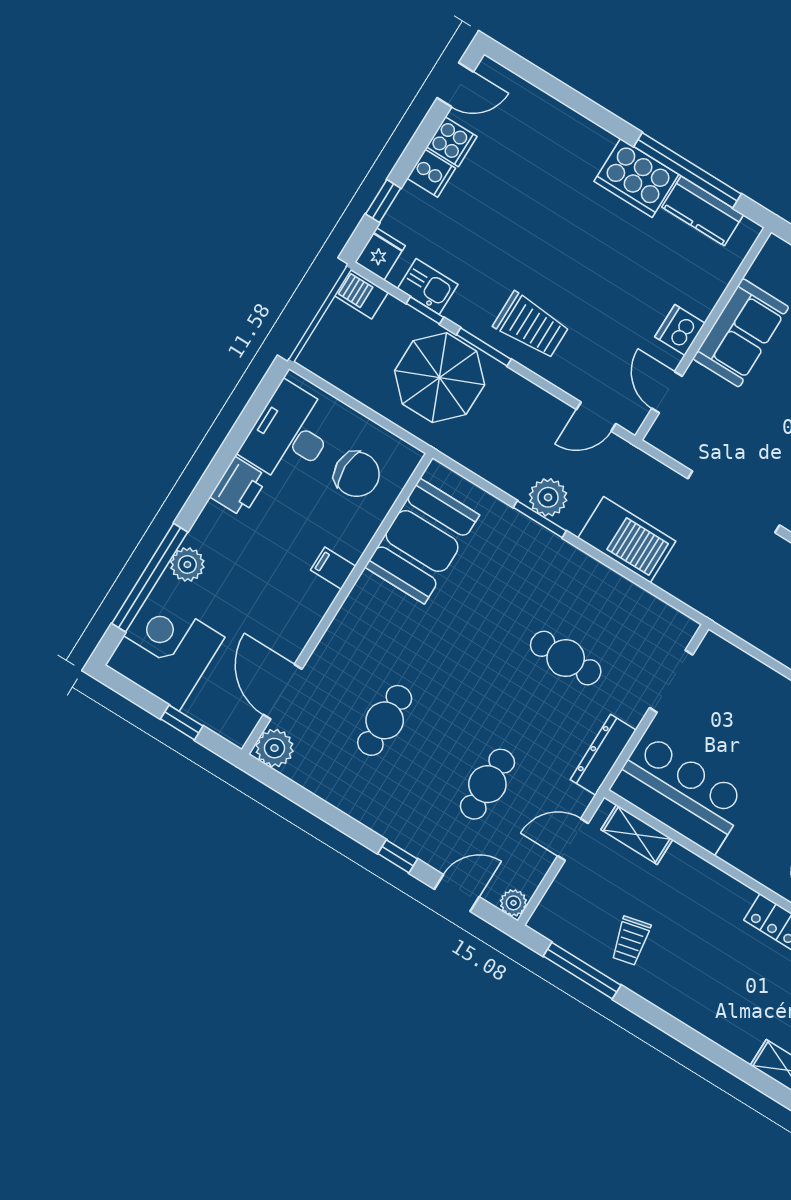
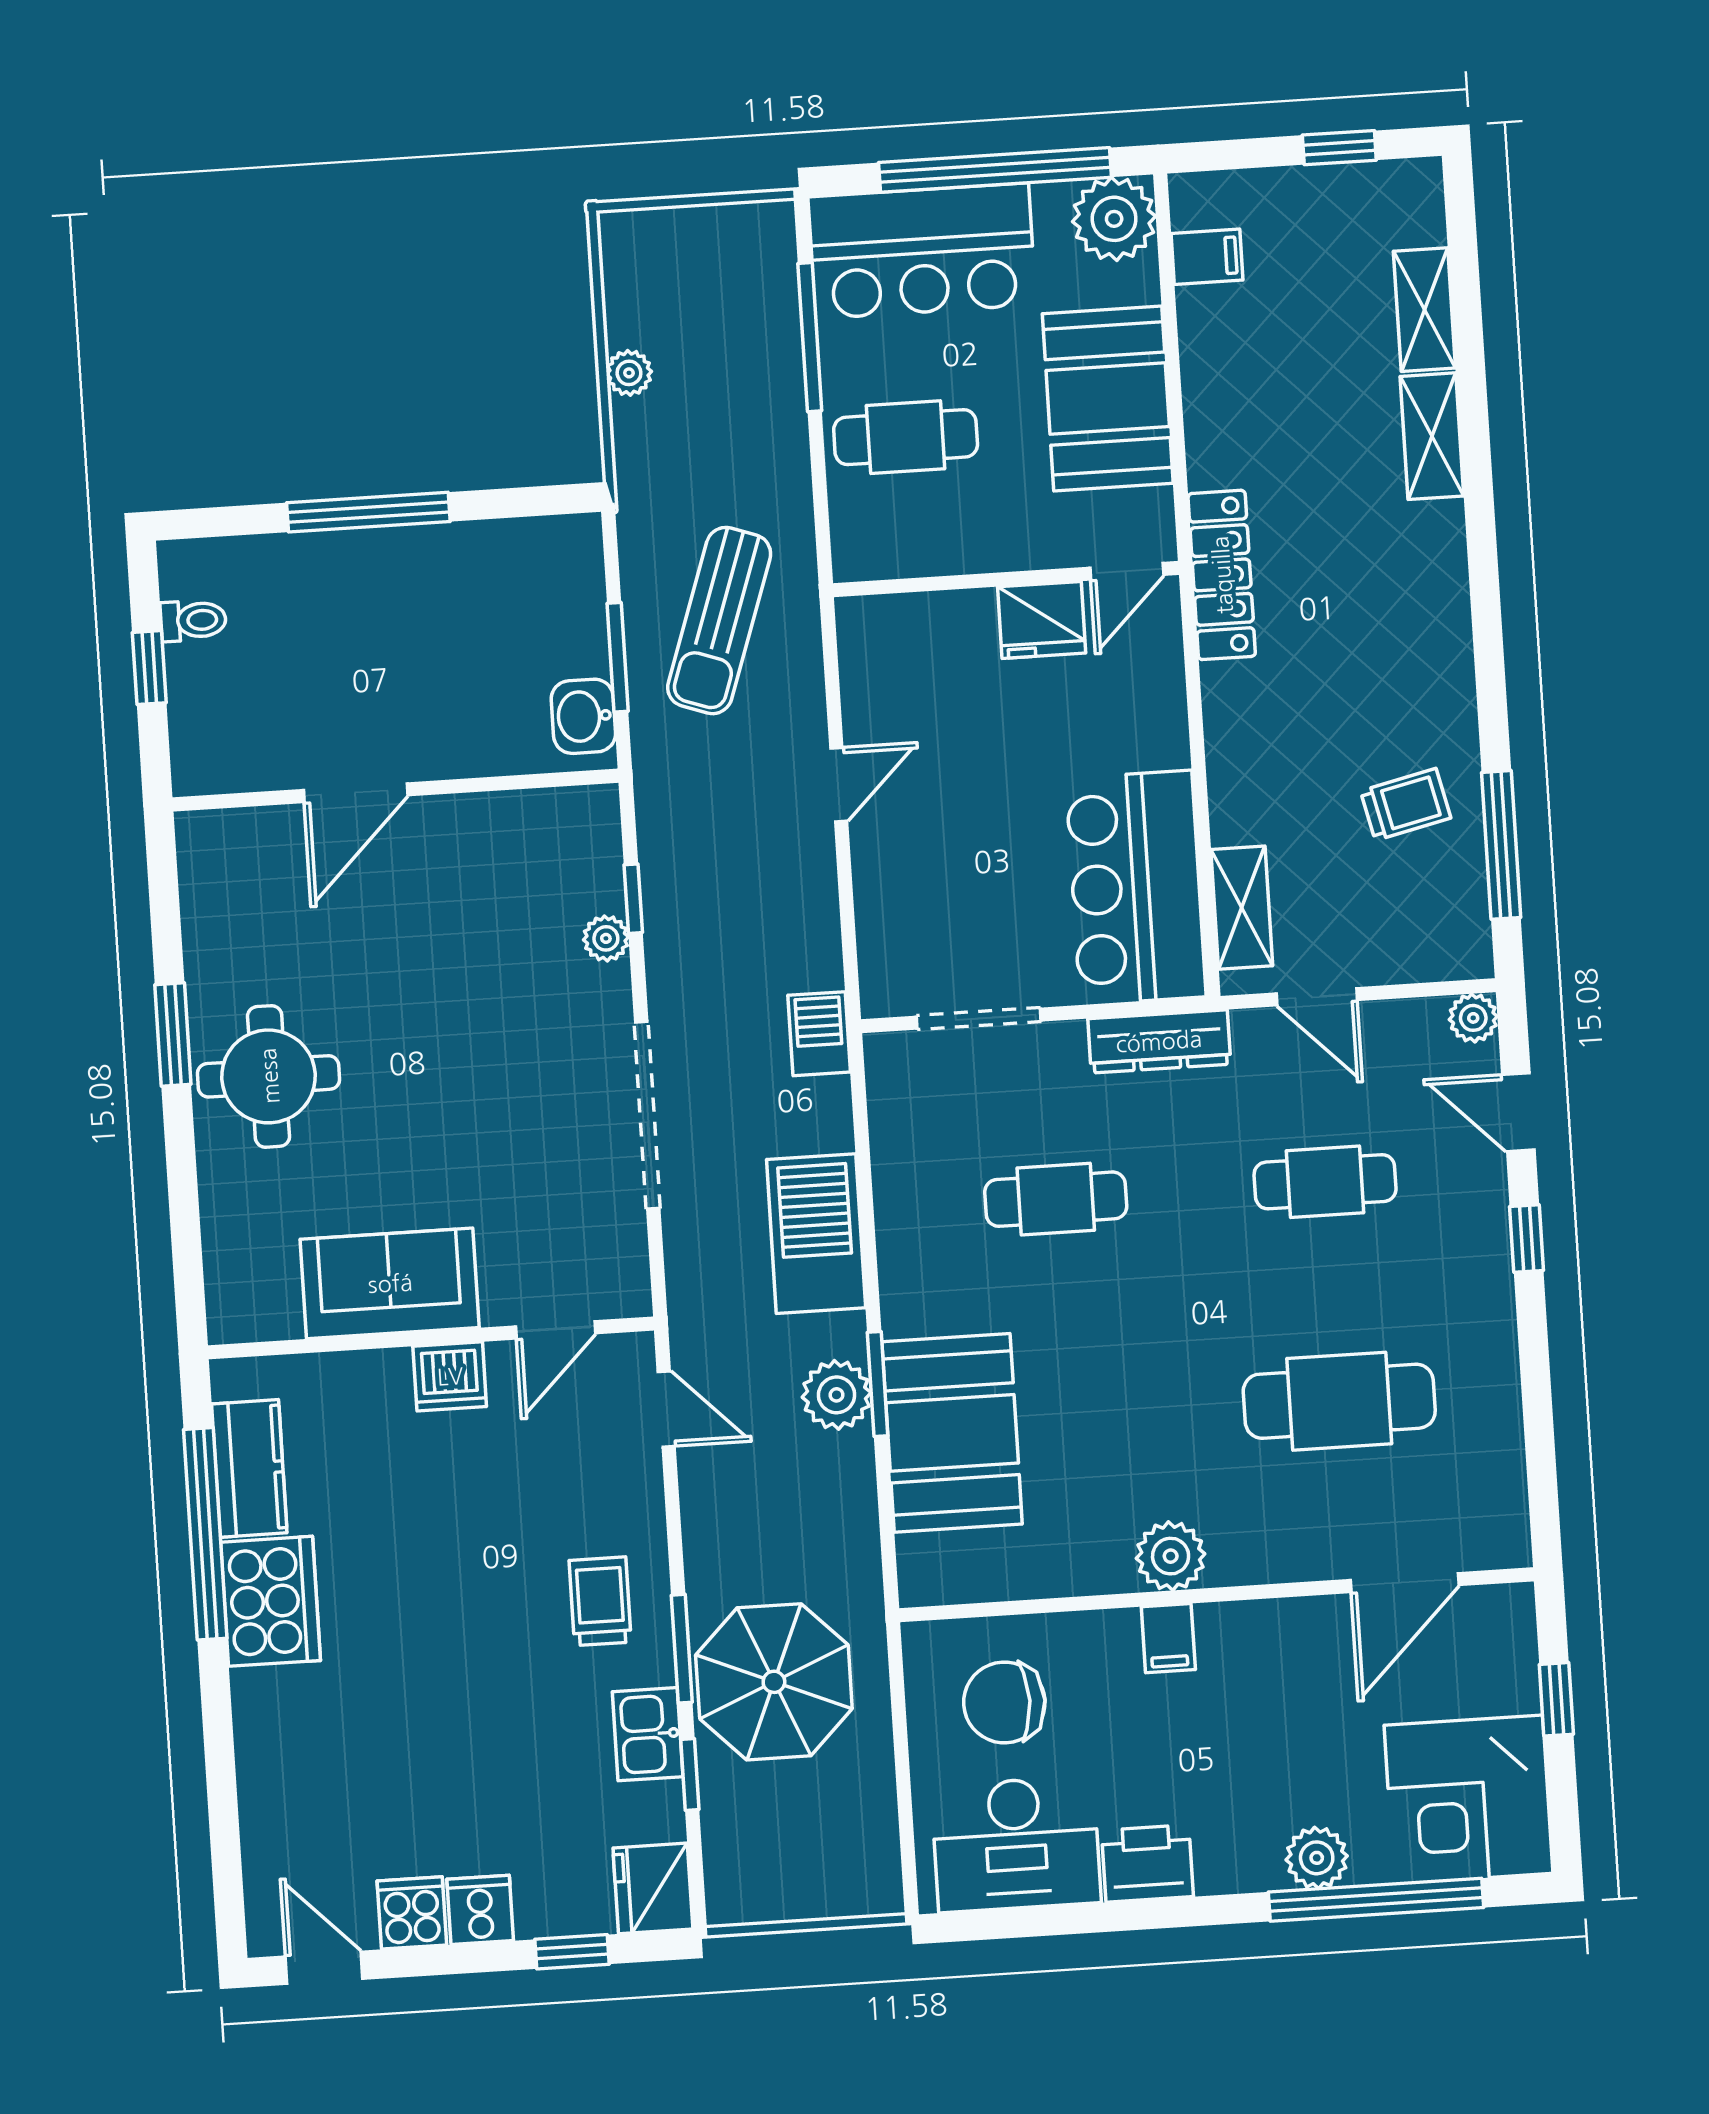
fridge: (380, 254) -> (653, 1888), width x1.38
kitchen sink: (428, 287) -> (648, 1734), moved
barbecue: (361, 294) -> (819, 1034), moved, turned 180
trolley: (531, 326) -> (600, 1601), width x0.73, depth x0.72
chair: (357, 474) -> (1004, 1702), turned -90
booth: (422, 541) -> (952, 1433), moved, turned 90
cafe table: (566, 658) -> (1056, 1199), turned 90
cafe table: (385, 720) -> (1339, 1401), width x1.37, depth x1.35
plant: (274, 748) -> (1171, 1556), moved

